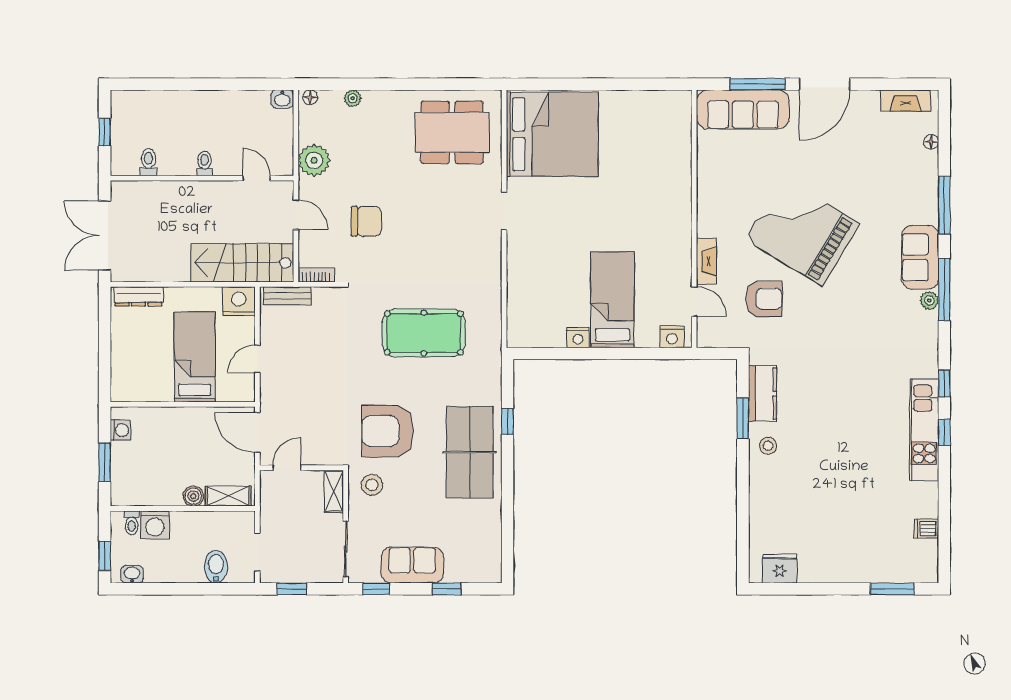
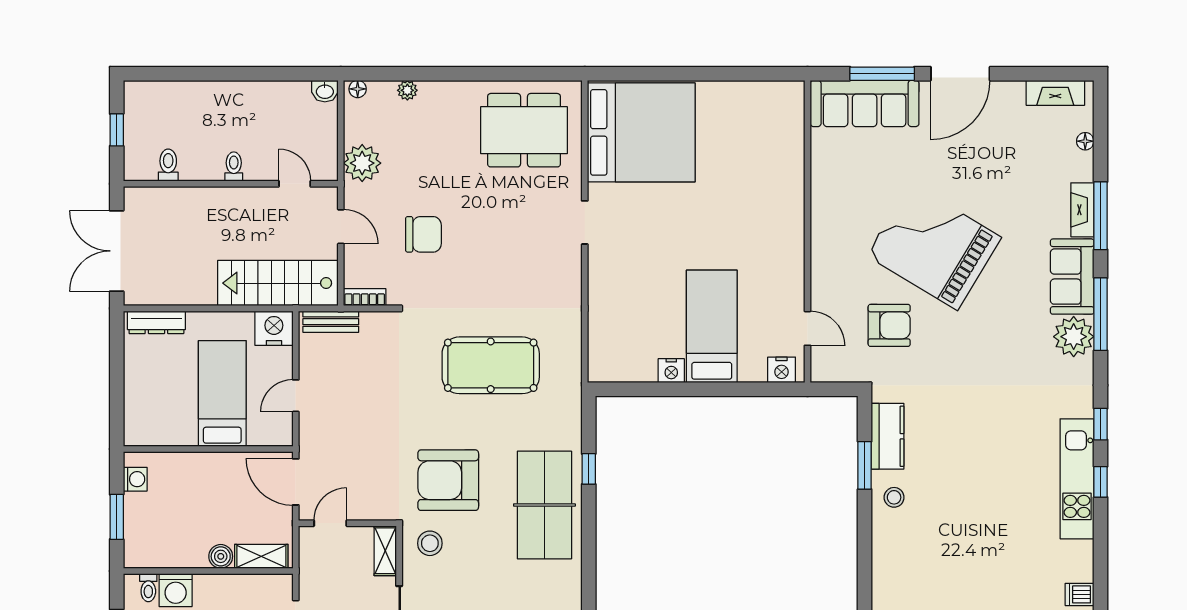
fireplace: (706, 262) -> (1082, 210), moved, turned 180
plant: (929, 300) -> (1074, 337), width x1.88, depth x1.88

